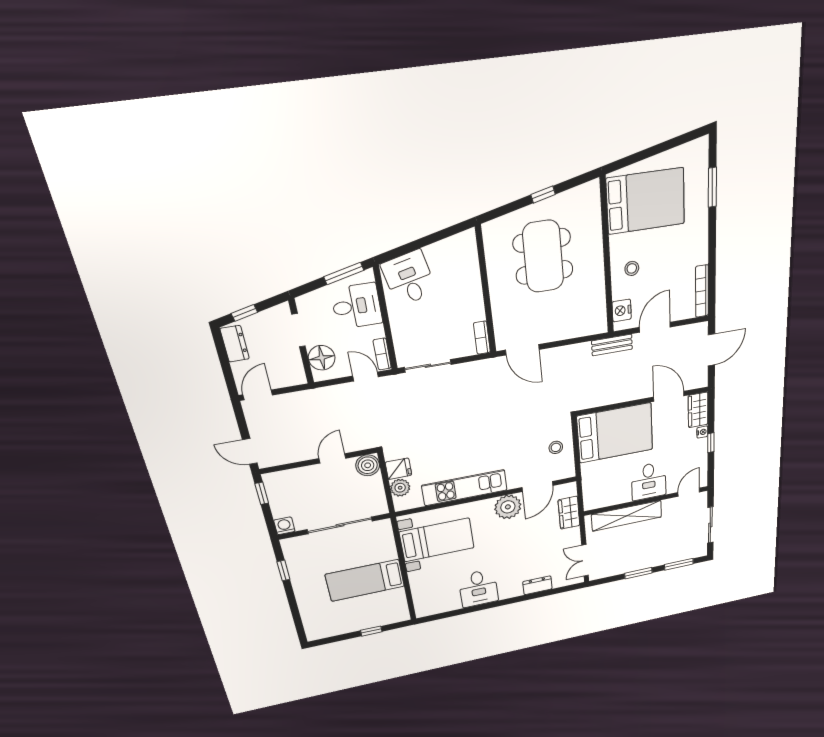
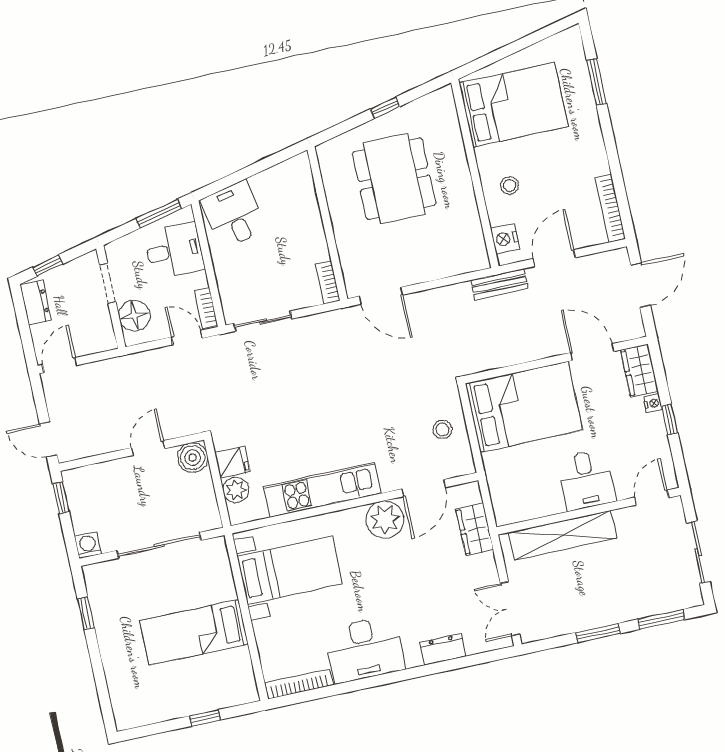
desk: (478, 588) -> (365, 649), width x1.37
bookcase: (438, 609) -> (299, 684), added

